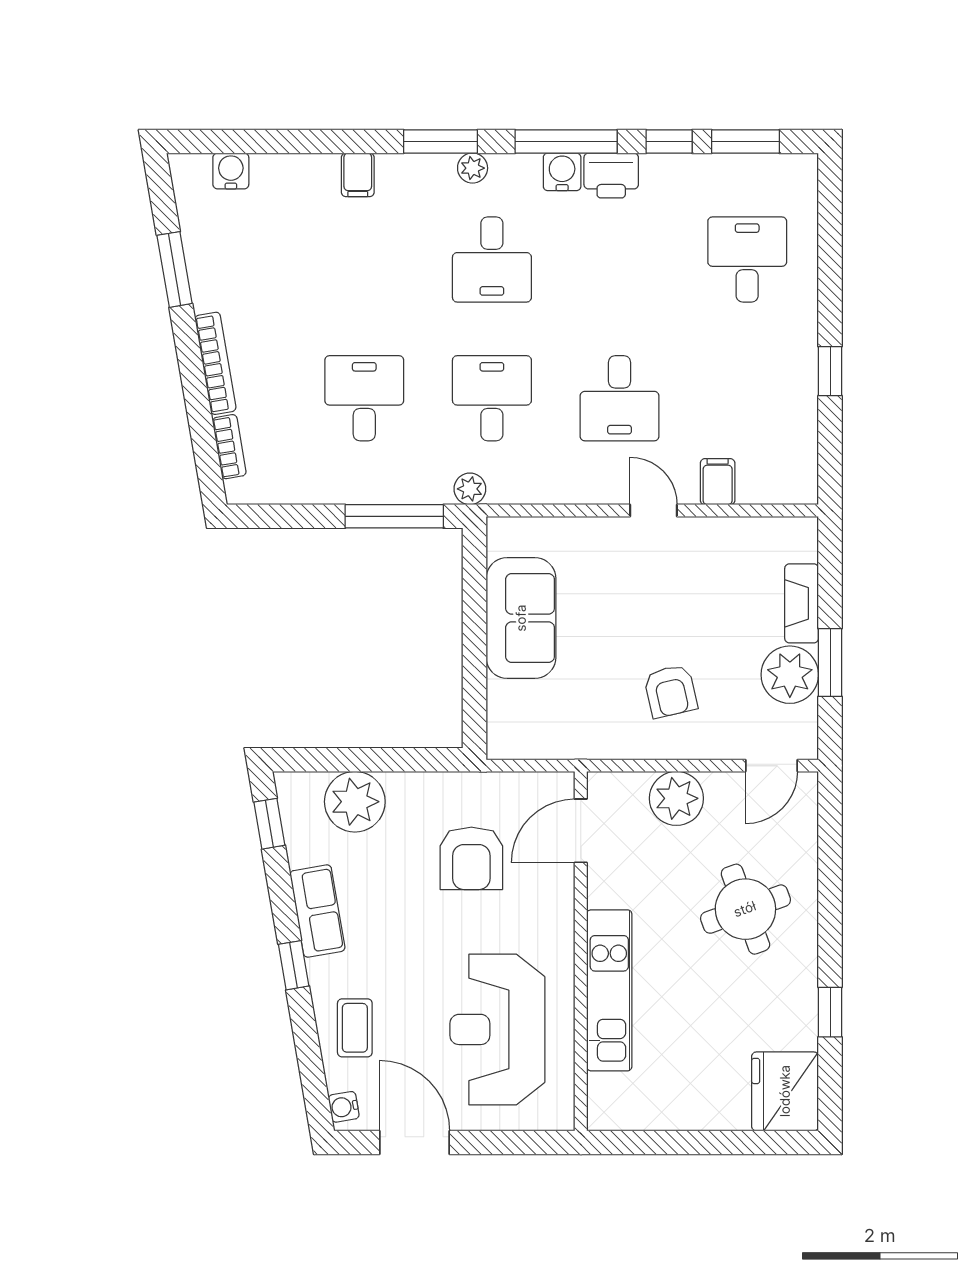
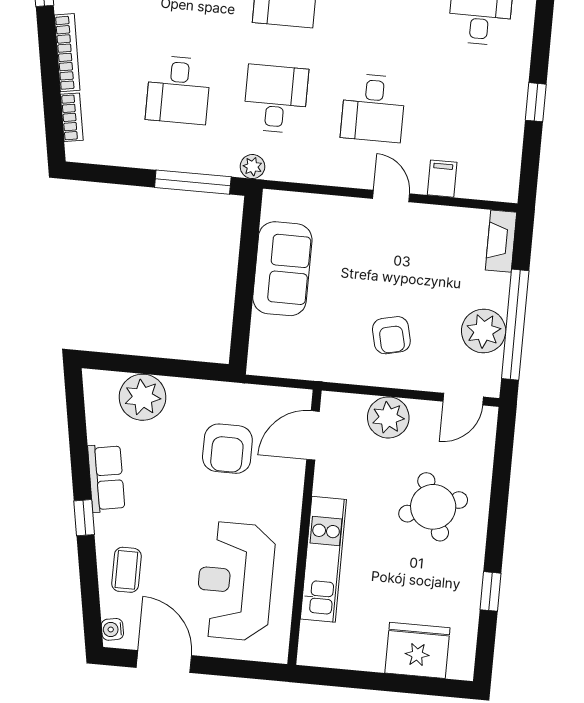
desk: (364, 398) -> (178, 90), turned 180
fireplace: (802, 603) -> (501, 241), moved
window: (830, 663) -> (515, 325), width x2.11
window: (269, 824) -> (76, 408), removed
fridge: (785, 1091) -> (417, 650), moved, turned 90

